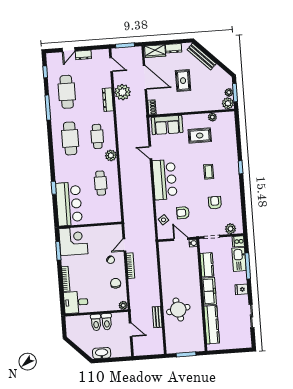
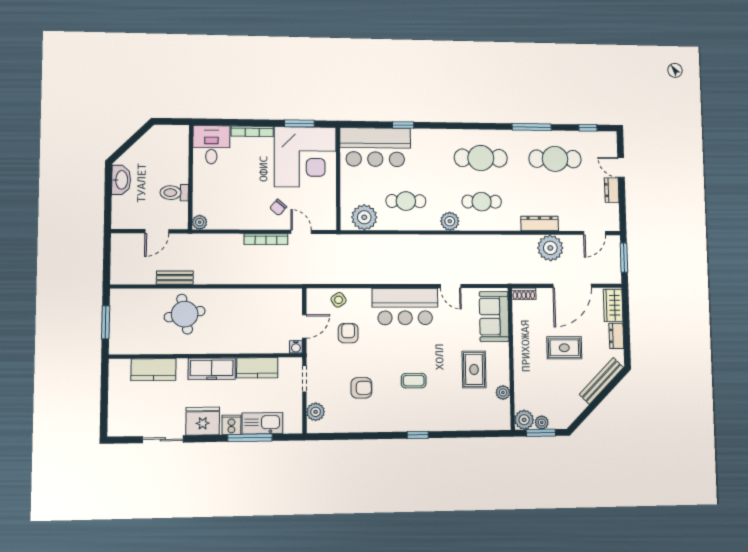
door: (150, 153) -> (451, 286), swing flipped
plant: (113, 208) -> (364, 217), added
corner desk: (73, 241) -> (305, 157), width x1.36, depth x1.36
cooker: (238, 241) -> (231, 425), moved
chair: (116, 283) -> (238, 212), removed
fridge: (241, 289) -> (203, 421), width x1.88, depth x1.34
toilet: (96, 322) -> (174, 175), removed
kitchen counter: (212, 325) -> (153, 370), width x0.67

